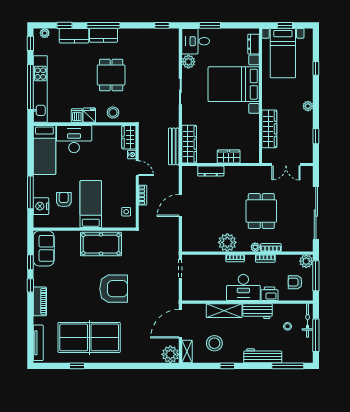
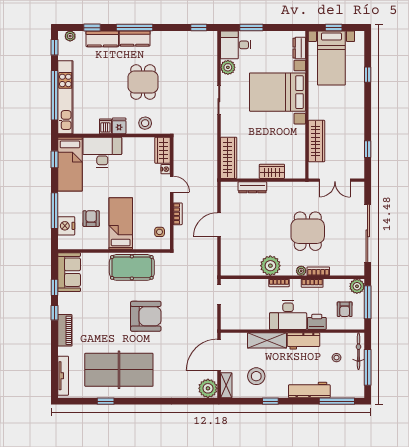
plant: (308, 106) -> (359, 116), removed
window: (30, 146) -> (54, 159), added
bench: (174, 146) -> (212, 160), removed
armchair: (295, 282) -> (345, 309), turned -90

